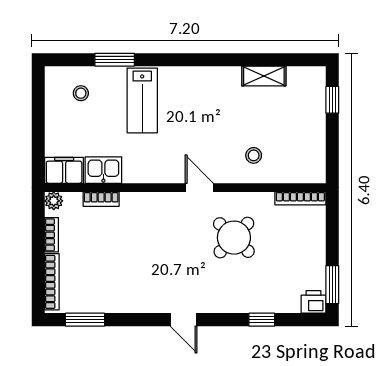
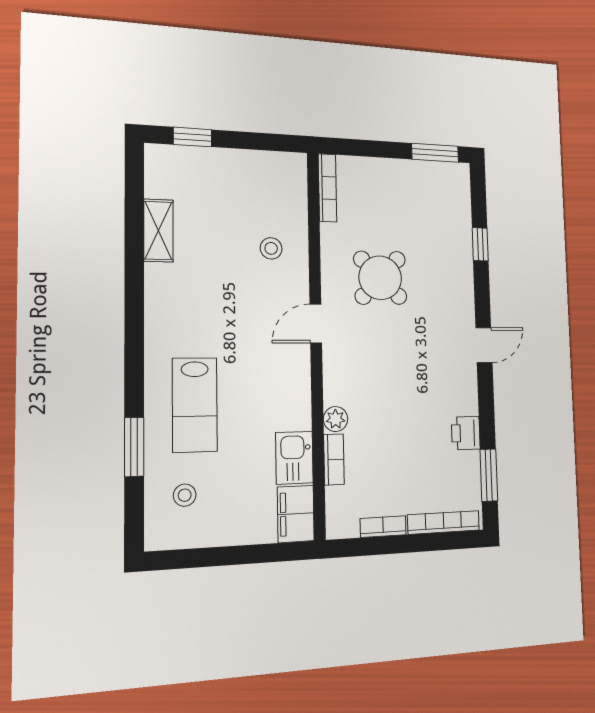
lab bench: (142, 100) -> (195, 405), turned 90
plant: (54, 201) -> (336, 419), moved
printer: (314, 302) -> (466, 433), moved

